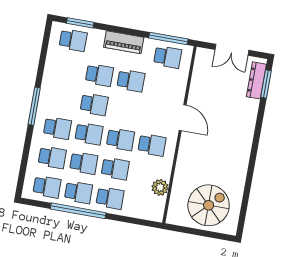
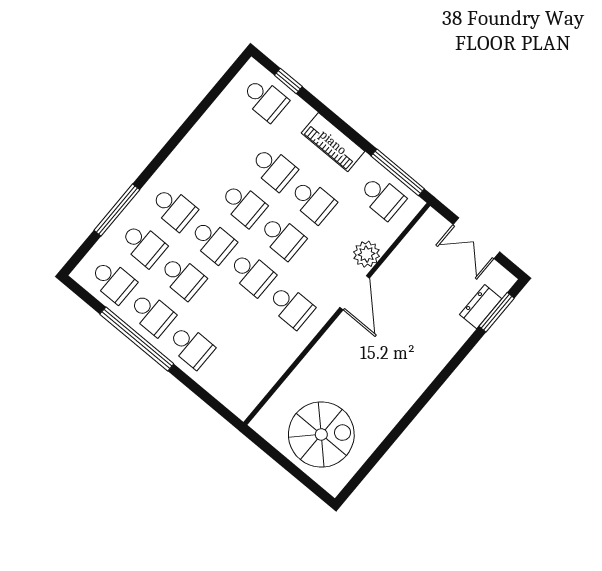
window: (80, 23) -> (288, 81), width x0.67
dresser: (256, 80) -> (481, 307), width x0.70
window: (34, 106) -> (117, 210), moved
school desk: (115, 169) -> (282, 237), moved
plant: (160, 187) -> (366, 254), moved

